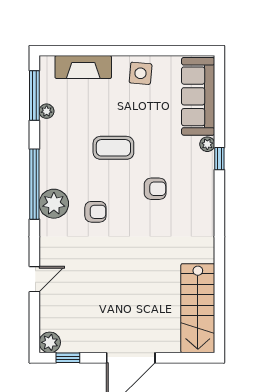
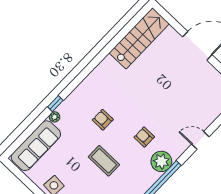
door: (34, 279) -> (200, 140), moved

